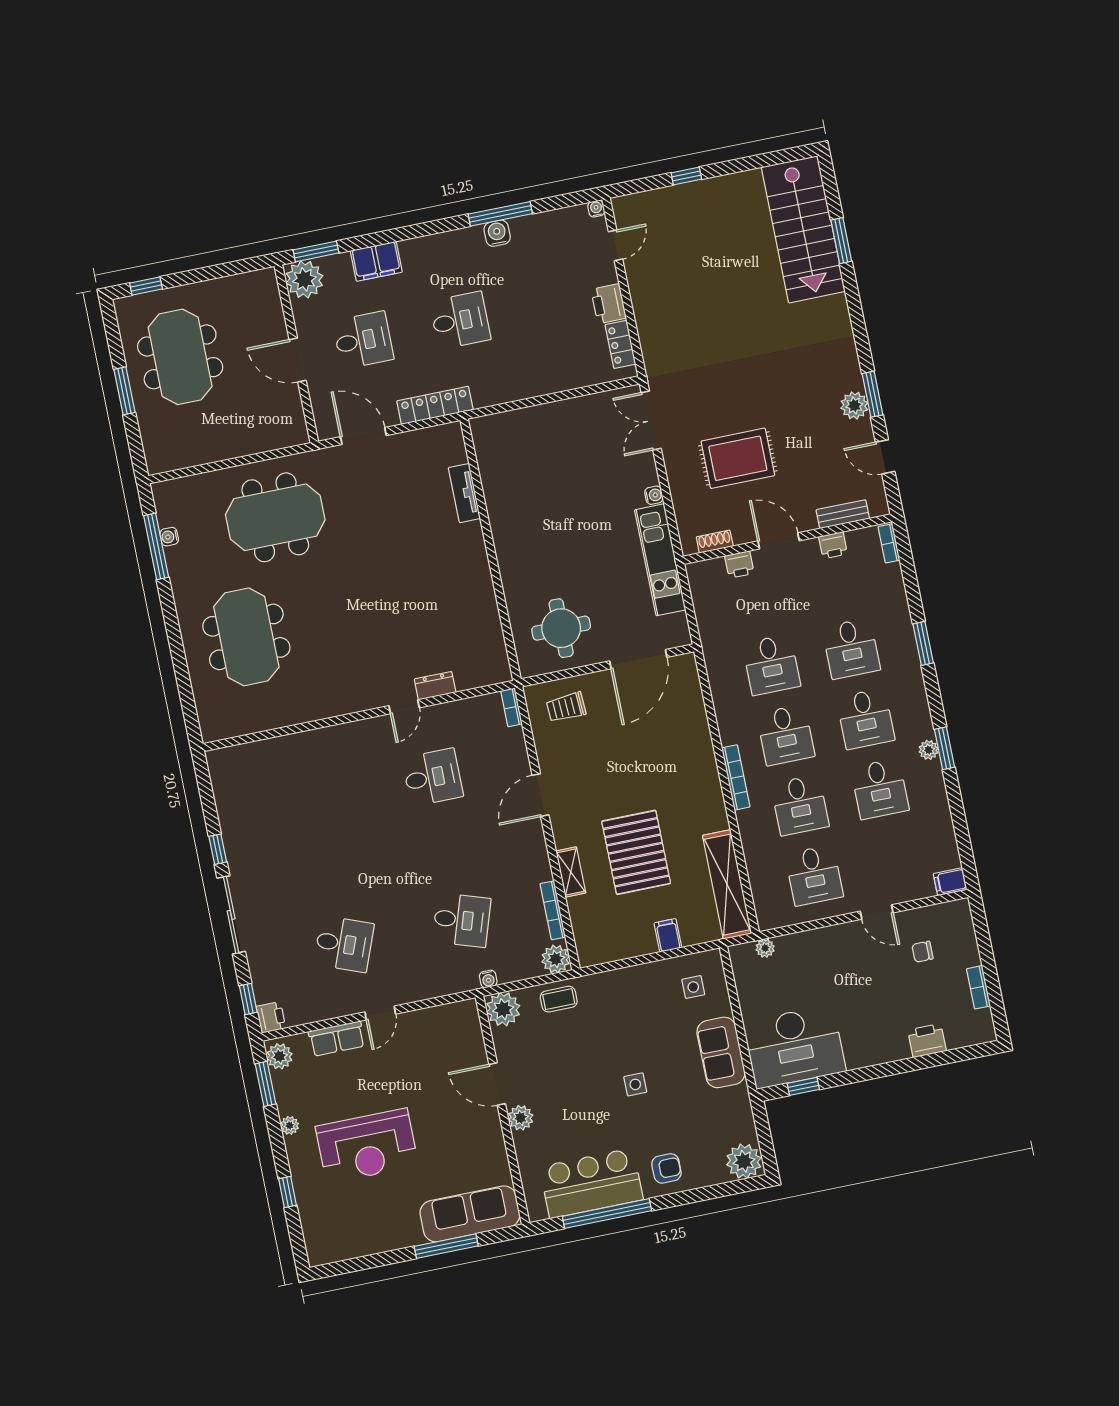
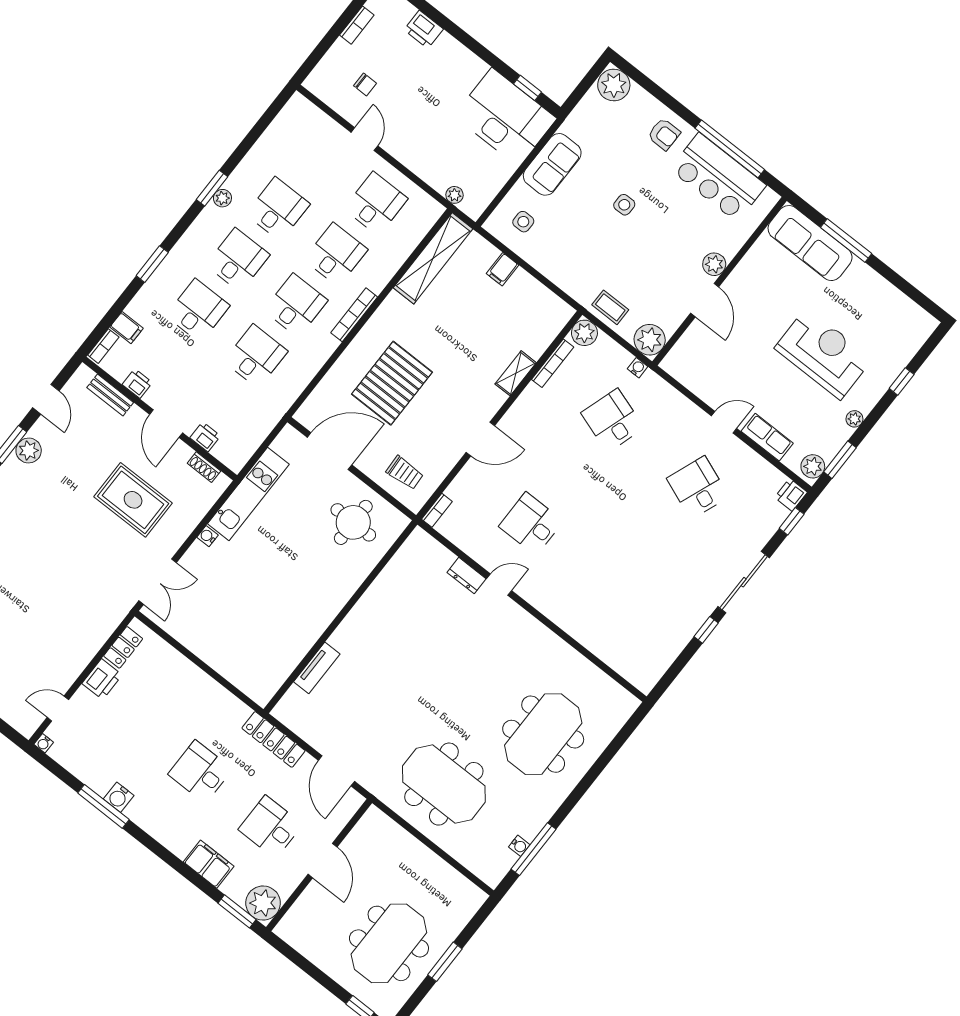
pallet: (636, 852) -> (392, 383), moved
filing cabinet: (950, 881) -> (126, 328), moved
armchair: (666, 1168) -> (664, 134), turned 180

